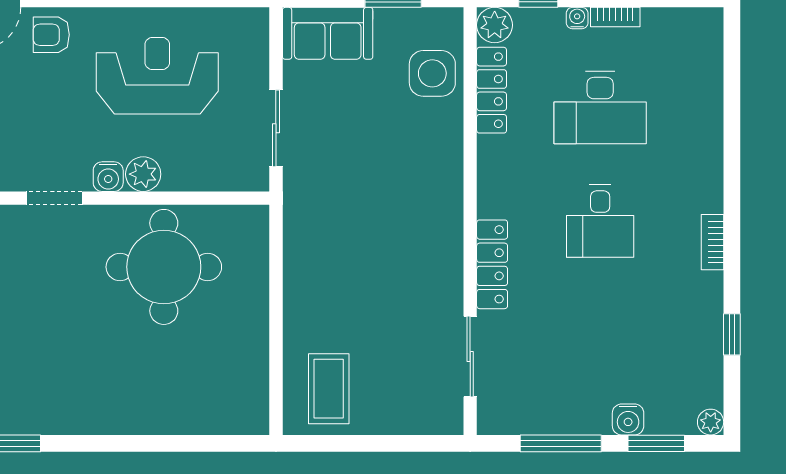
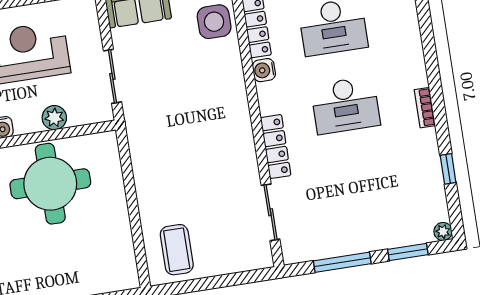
plant: (143, 174) -> (54, 118), moved
desk: (600, 221) -> (345, 105), width x1.37
water cooler: (628, 419) -> (264, 70), moved, turned 90

